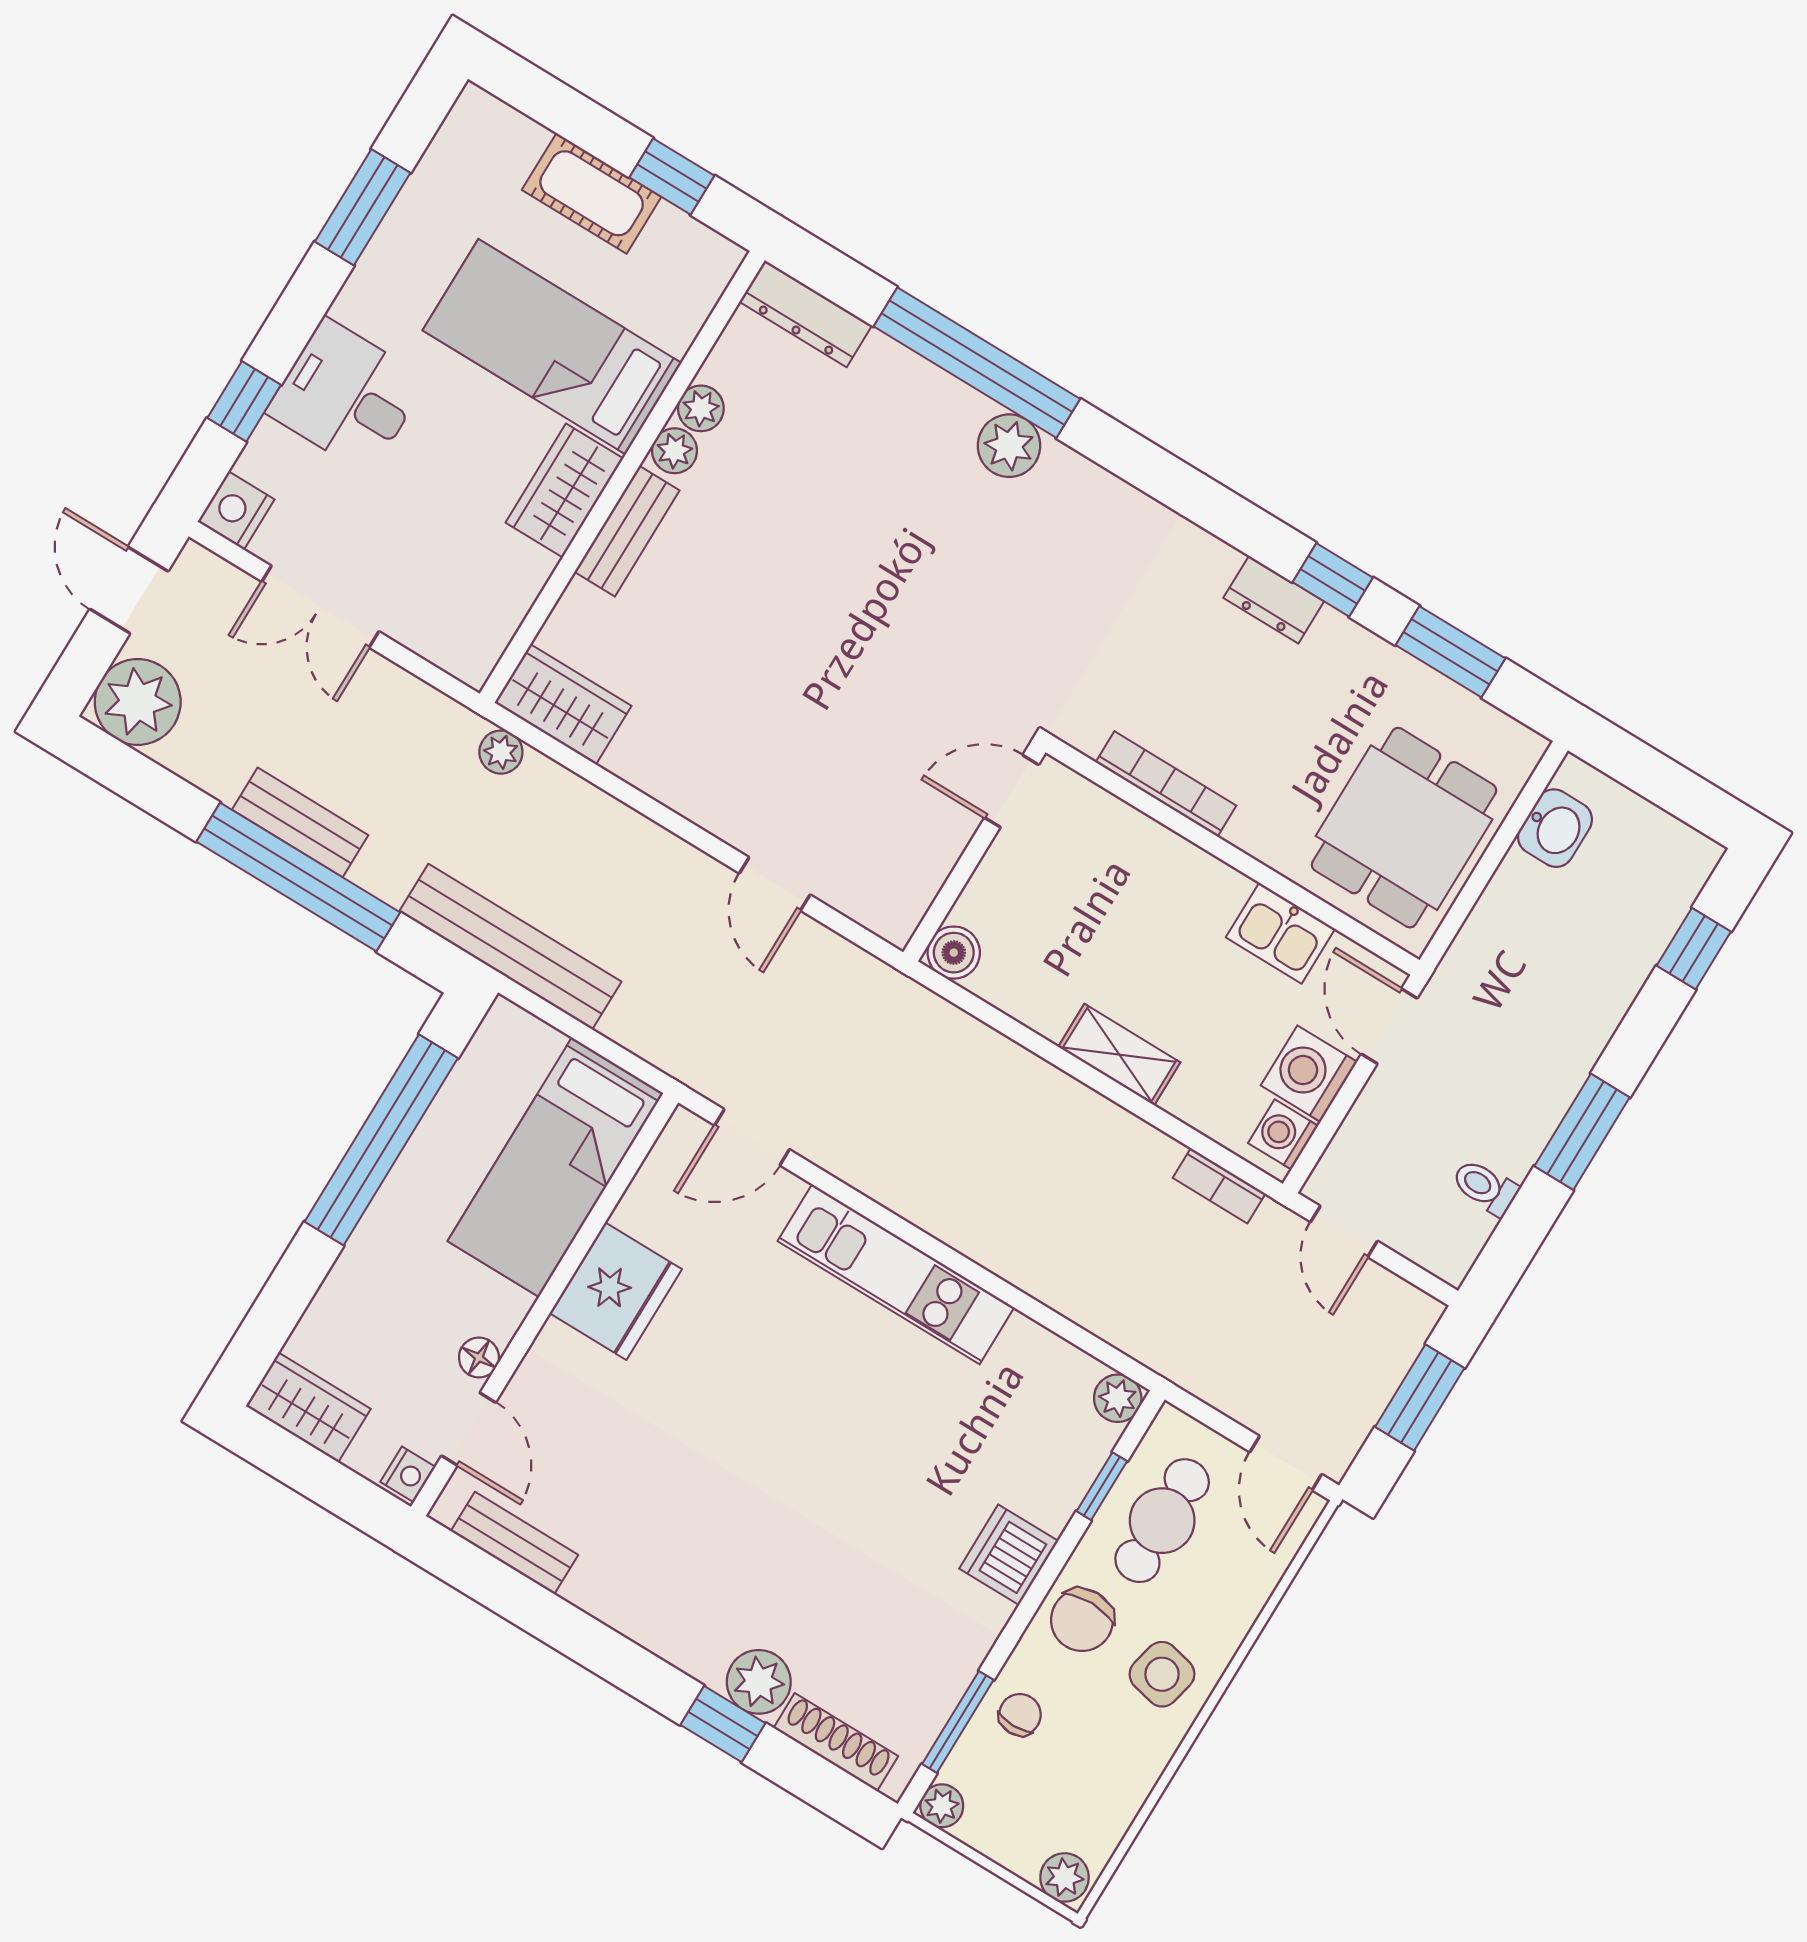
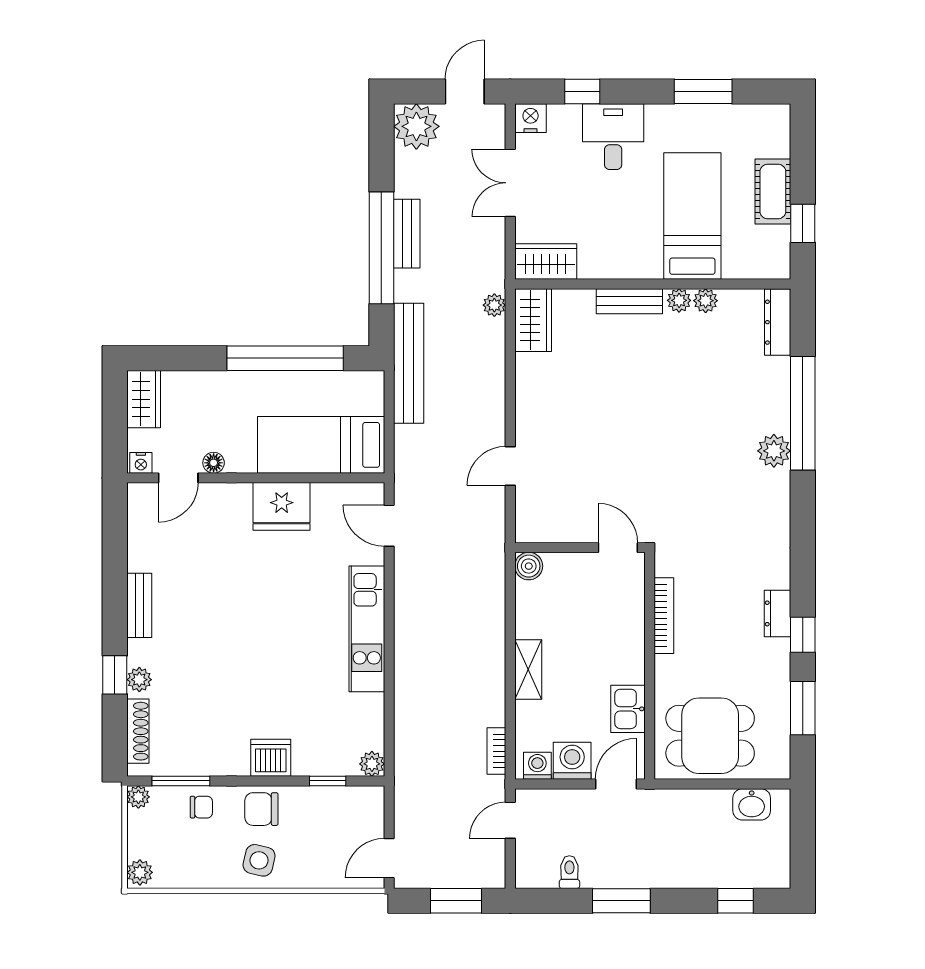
wardrobe: (564, 491) -> (546, 262), moved
cafe table: (1162, 1521) -> (329, 818), removed
bench: (514, 1543) -> (139, 605), moved
plant: (759, 1682) -> (139, 680), width x0.73, depth x0.73

